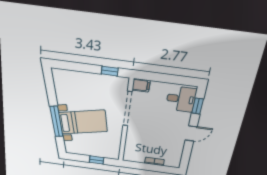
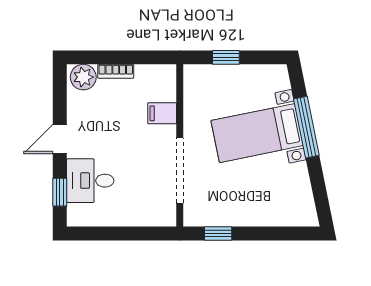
filing cabinet: (141, 85) -> (162, 113), moved
desk: (181, 99) -> (90, 181), moved
plant: (172, 161) -> (83, 77), added

